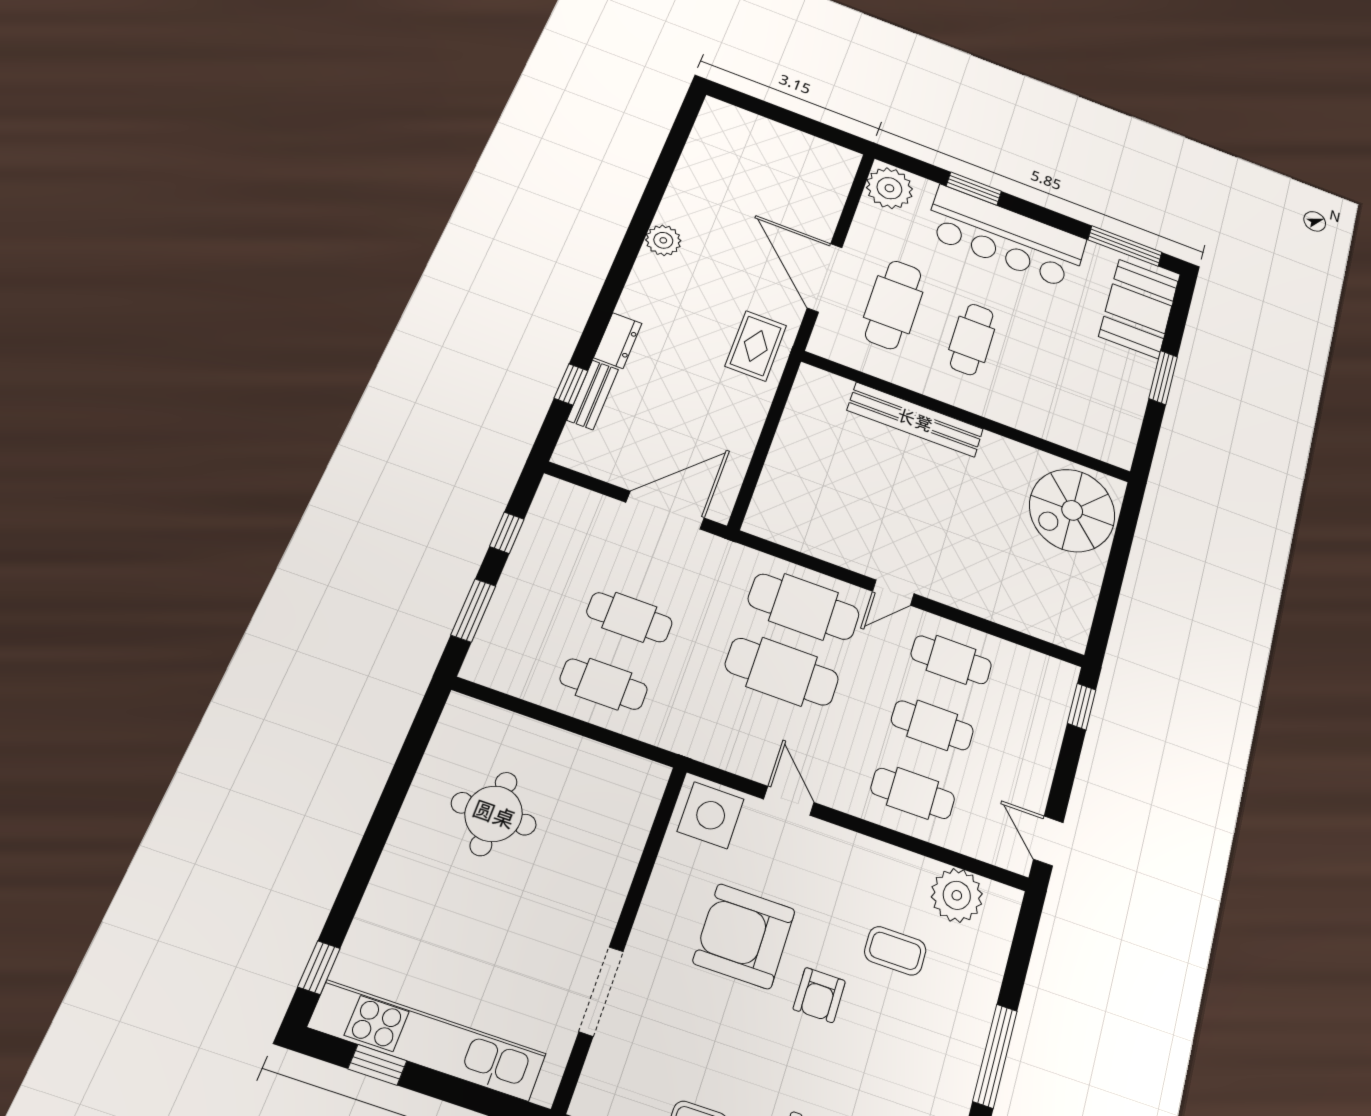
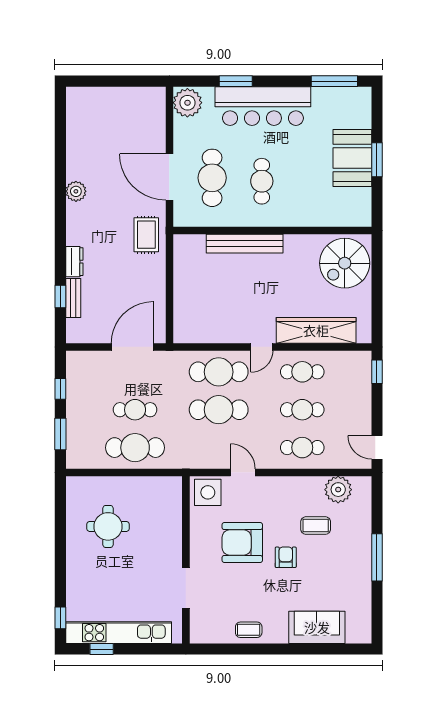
booth: (1139, 309) -> (352, 158), moved
wardrobe: (995, 599) -> (316, 330), added
cafe table: (604, 684) -> (135, 448), width x1.37, depth x1.35
armchair: (819, 995) -> (286, 557), turned 180

